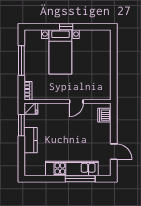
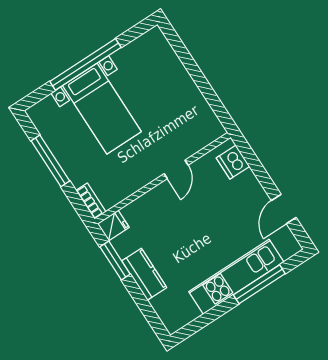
window: (66, 27) -> (85, 64), width x3.17
door: (114, 152) -> (284, 209), swing flipped

